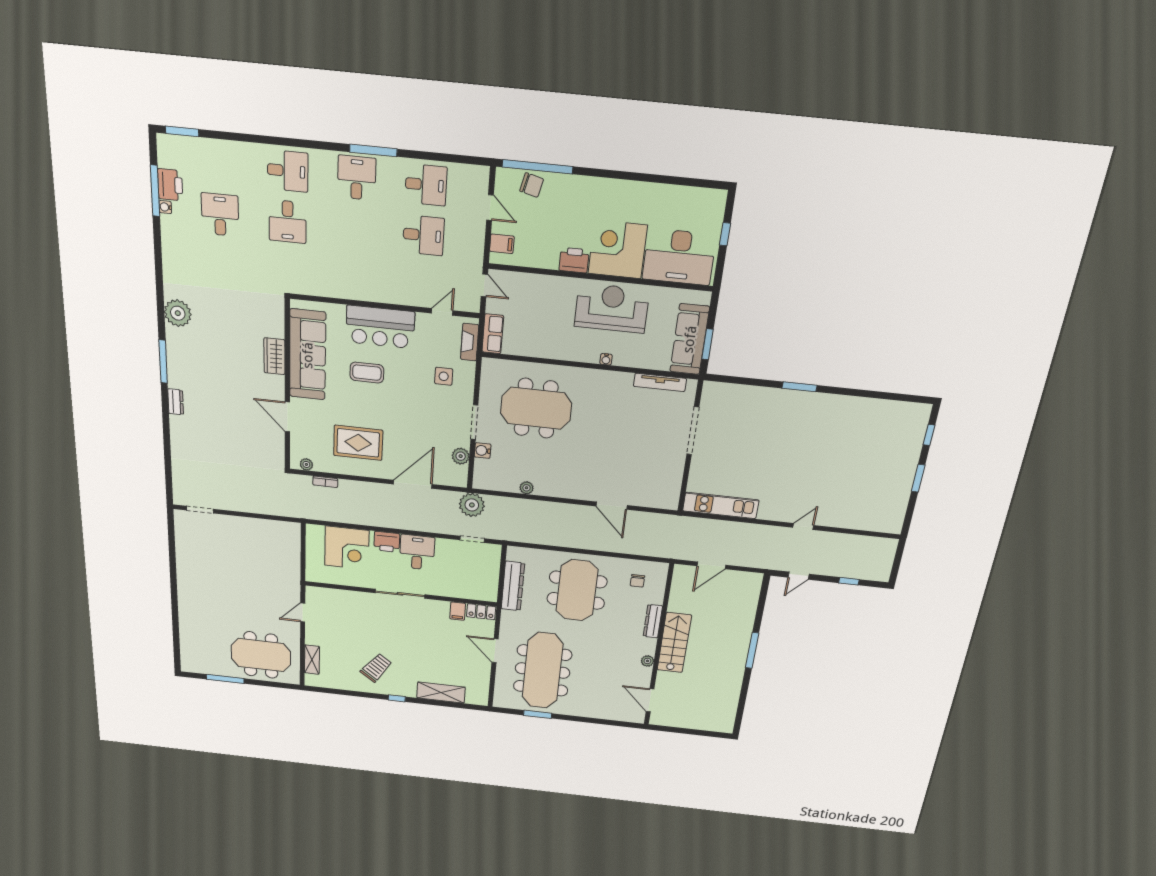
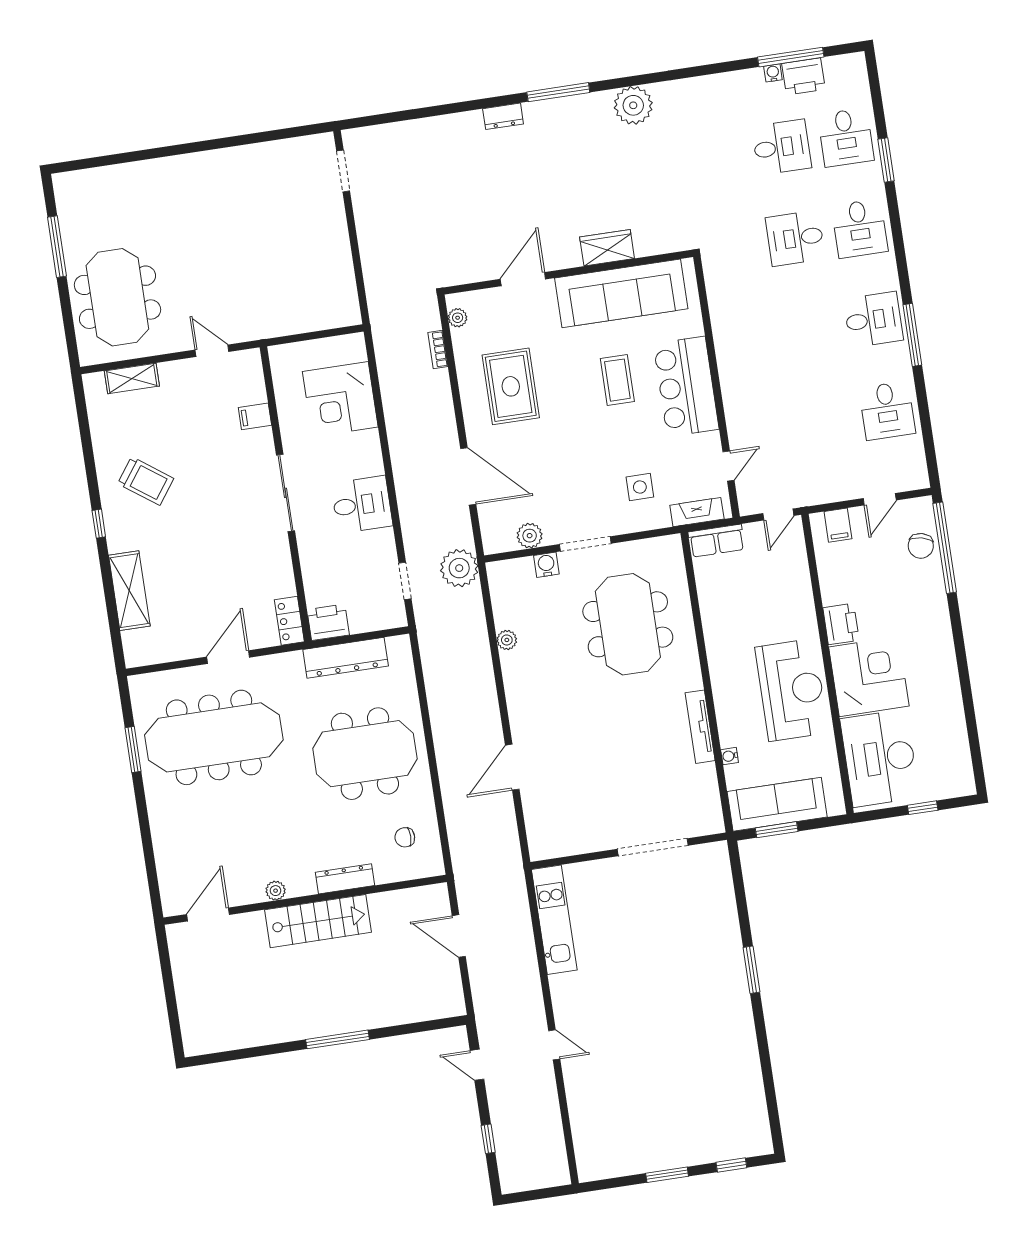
window: (182, 131) -> (886, 160), moved
desk: (423, 235) -> (846, 137), moved
door: (442, 312) -> (728, 466), hinge flipped
water cooler: (606, 359) -> (730, 756), moved
tv unit: (660, 382) -> (700, 727), moved
printer: (387, 542) -> (328, 622), moved, turned 90
filing cabinet: (458, 611) -> (255, 416), moved

